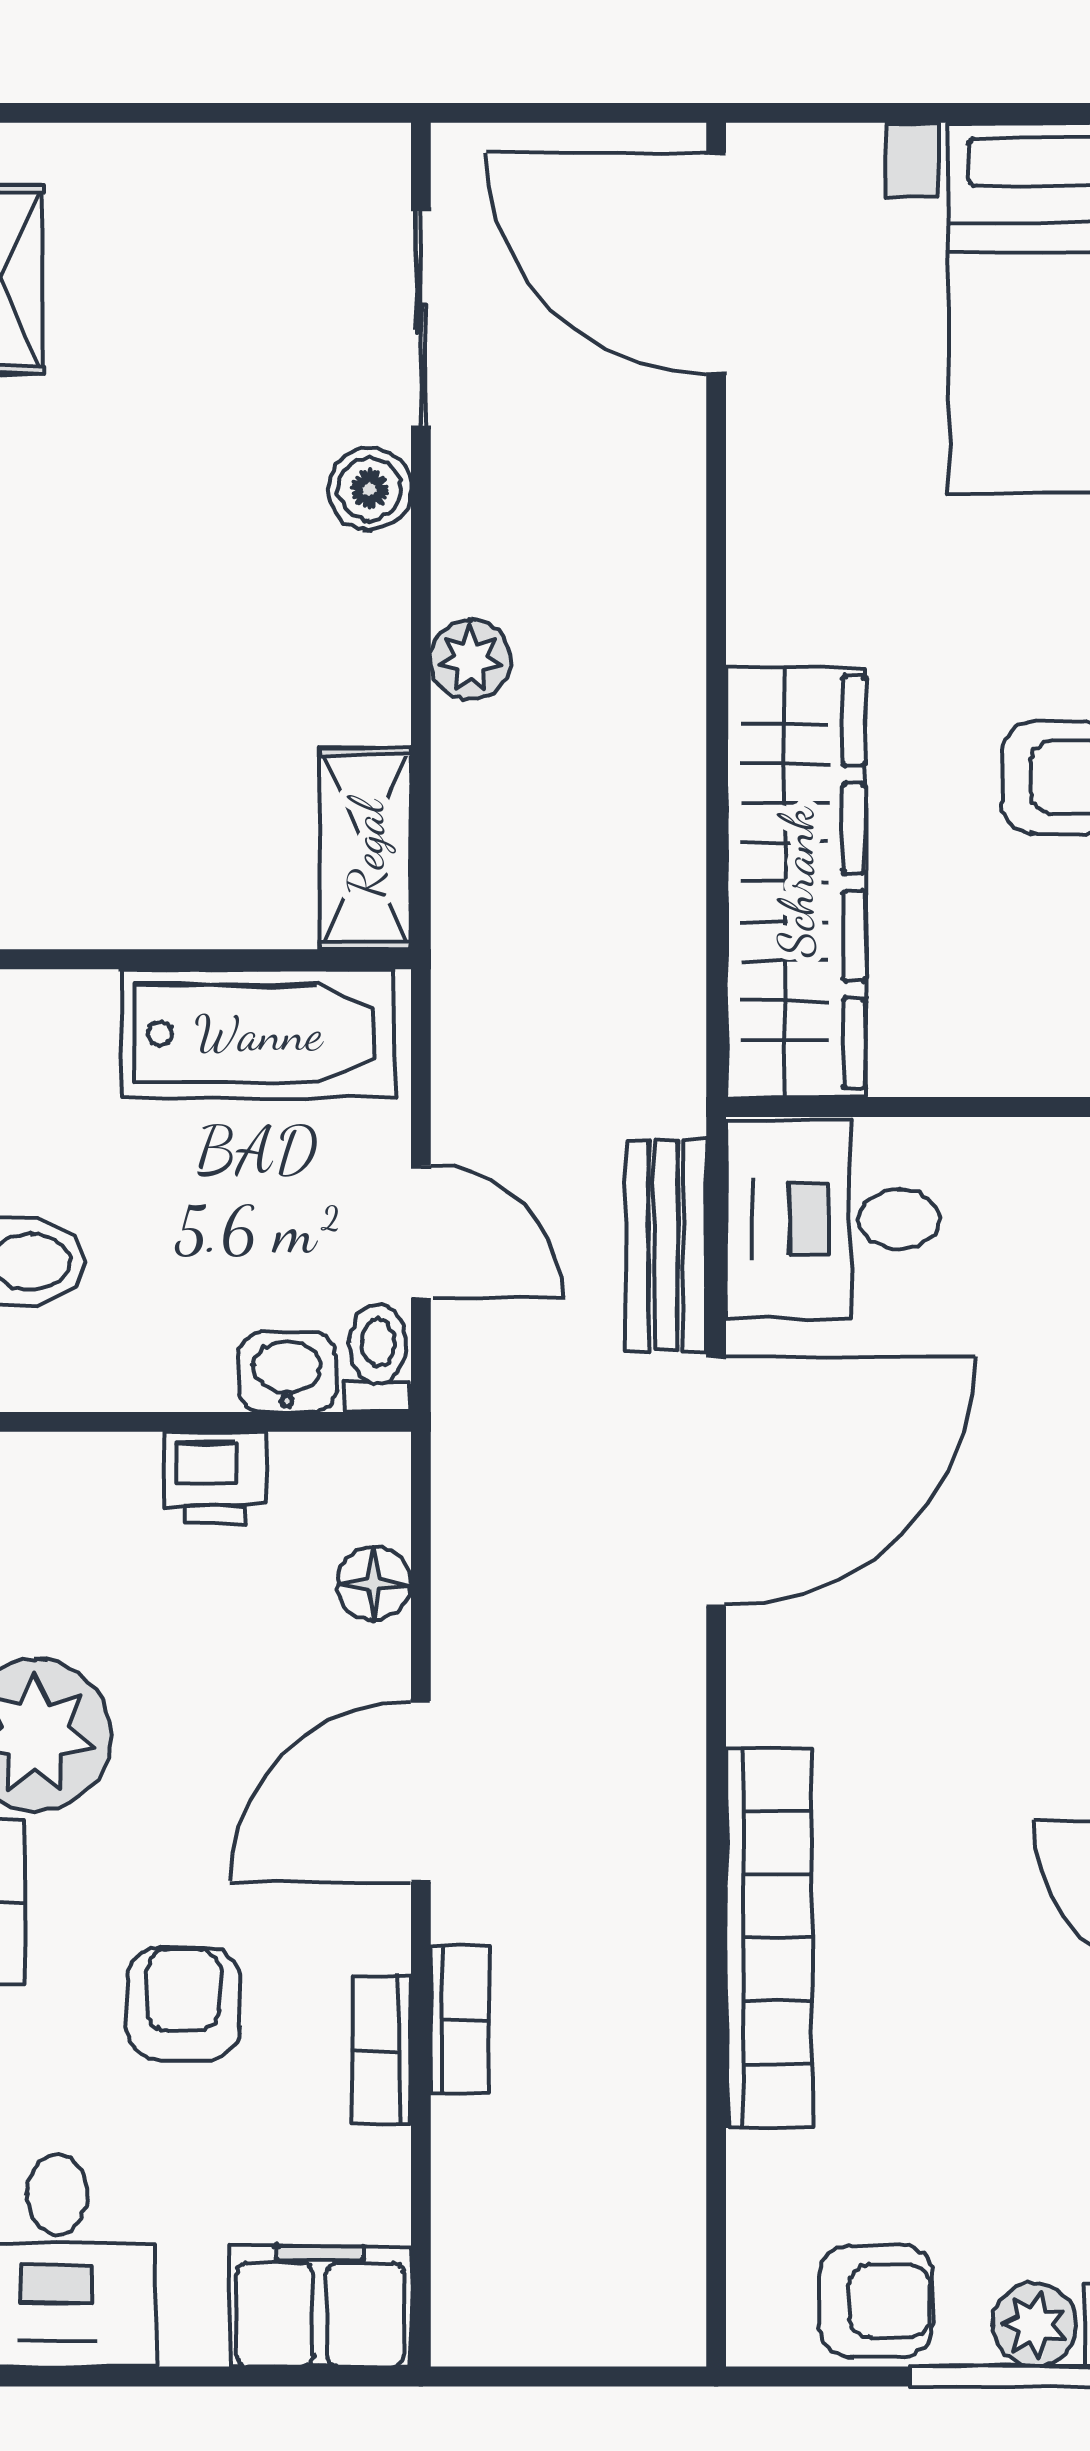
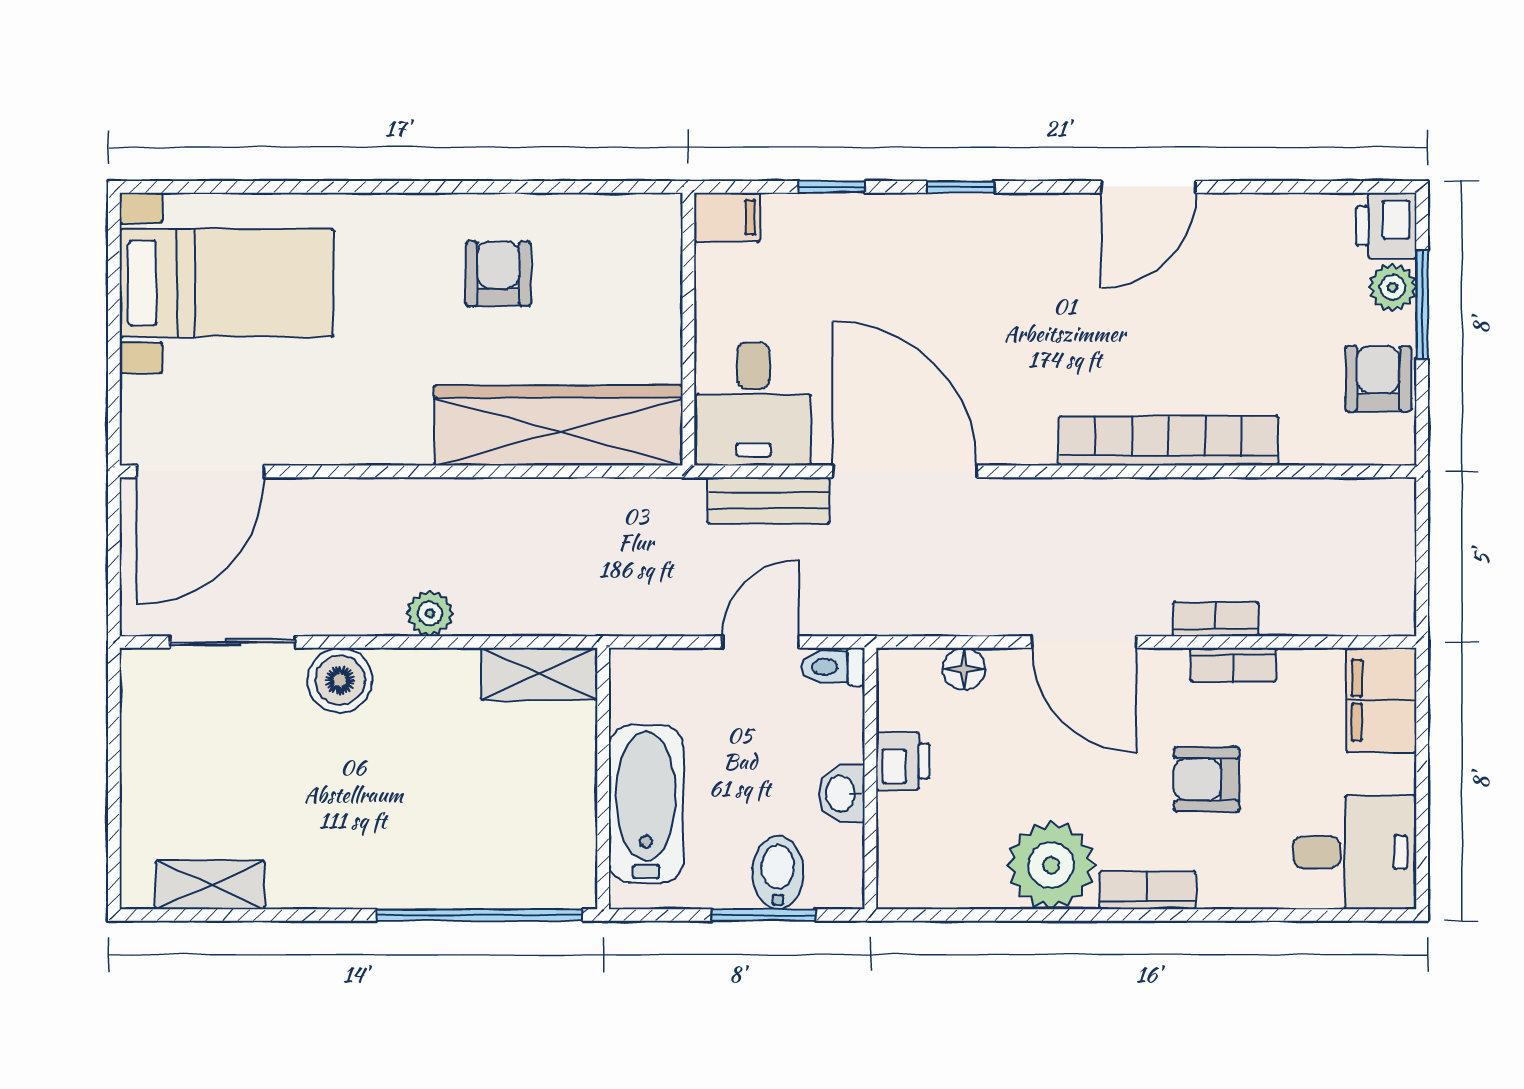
boiler: (370, 489) -> (340, 680), width x1.36, depth x1.36
bathtub: (258, 1033) -> (646, 804), moved
washbasin: (287, 1372) -> (842, 794), moved

